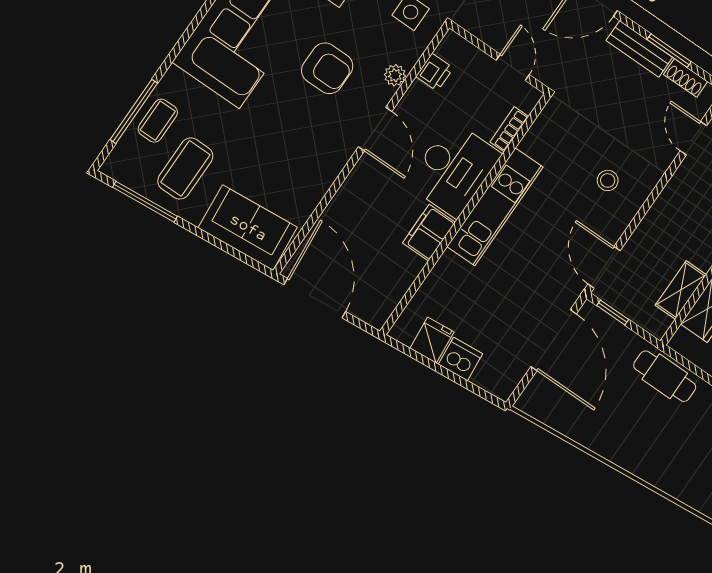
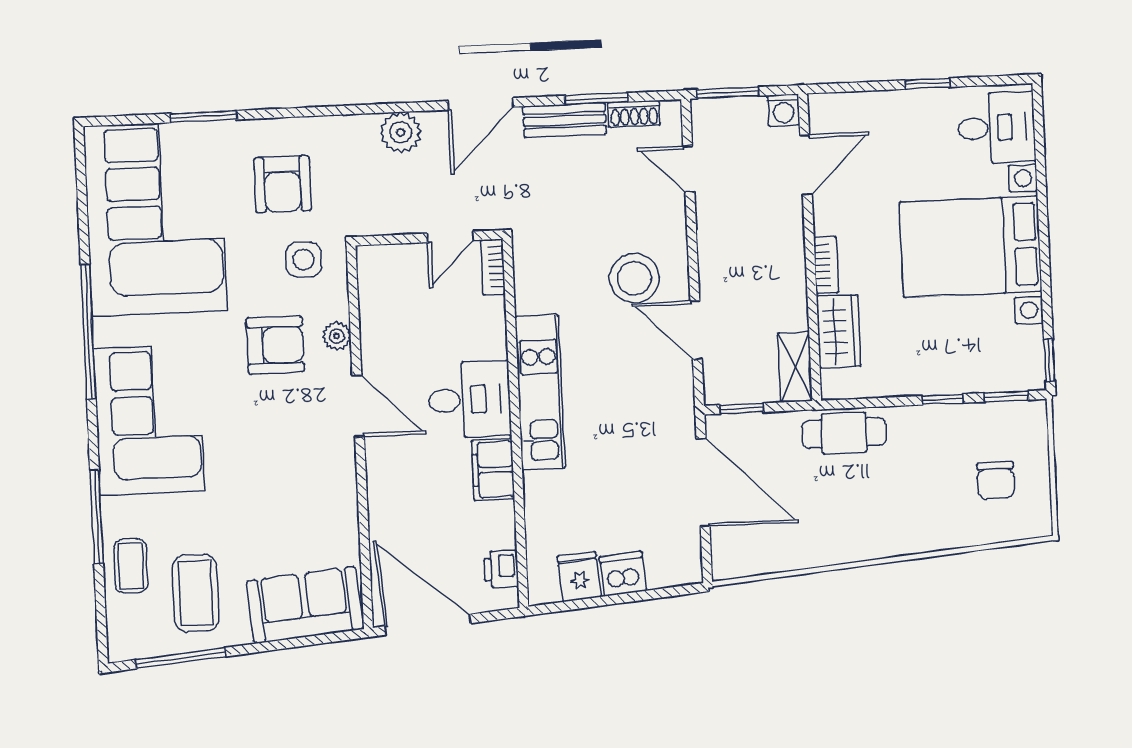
door: (513, 67) -> (450, 237), swing flipped
armchair: (327, 68) -> (275, 345), moved
printer: (435, 72) -> (501, 569), moved, turned 180
window: (134, 111) -> (97, 517), moved
bookcase: (509, 129) -> (493, 267), moved
desk: (454, 169) -> (470, 400), width x0.73
stool: (608, 180) -> (634, 278), width x1.89, depth x1.89
door: (604, 267) -> (696, 330), moved
shelving: (681, 290) -> (795, 367), moved

